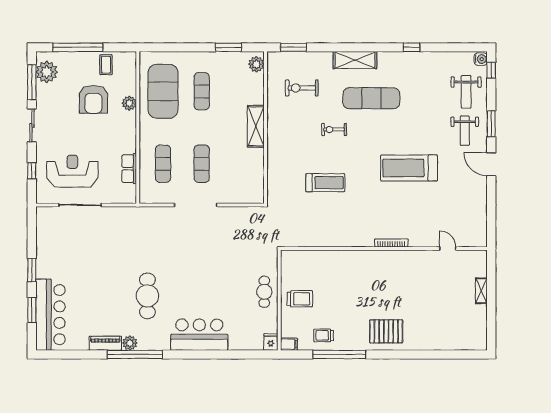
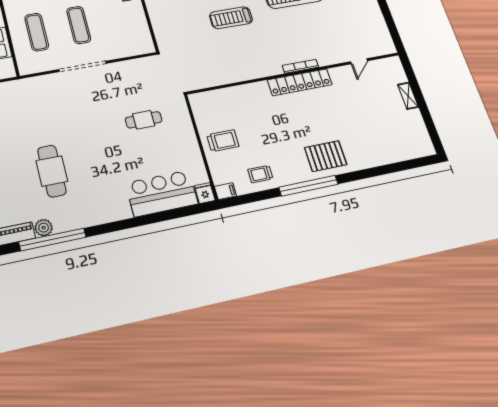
treadmill: (325, 183) -> (231, 18), moved, turned 180
door: (448, 248) -> (359, 61), swing flipped
locker: (386, 258) -> (300, 82), added
cafe table: (264, 292) -> (144, 120), moved, turned 90
bar counter: (199, 335) -> (162, 193), moved
window: (339, 354) -> (308, 186), moved

